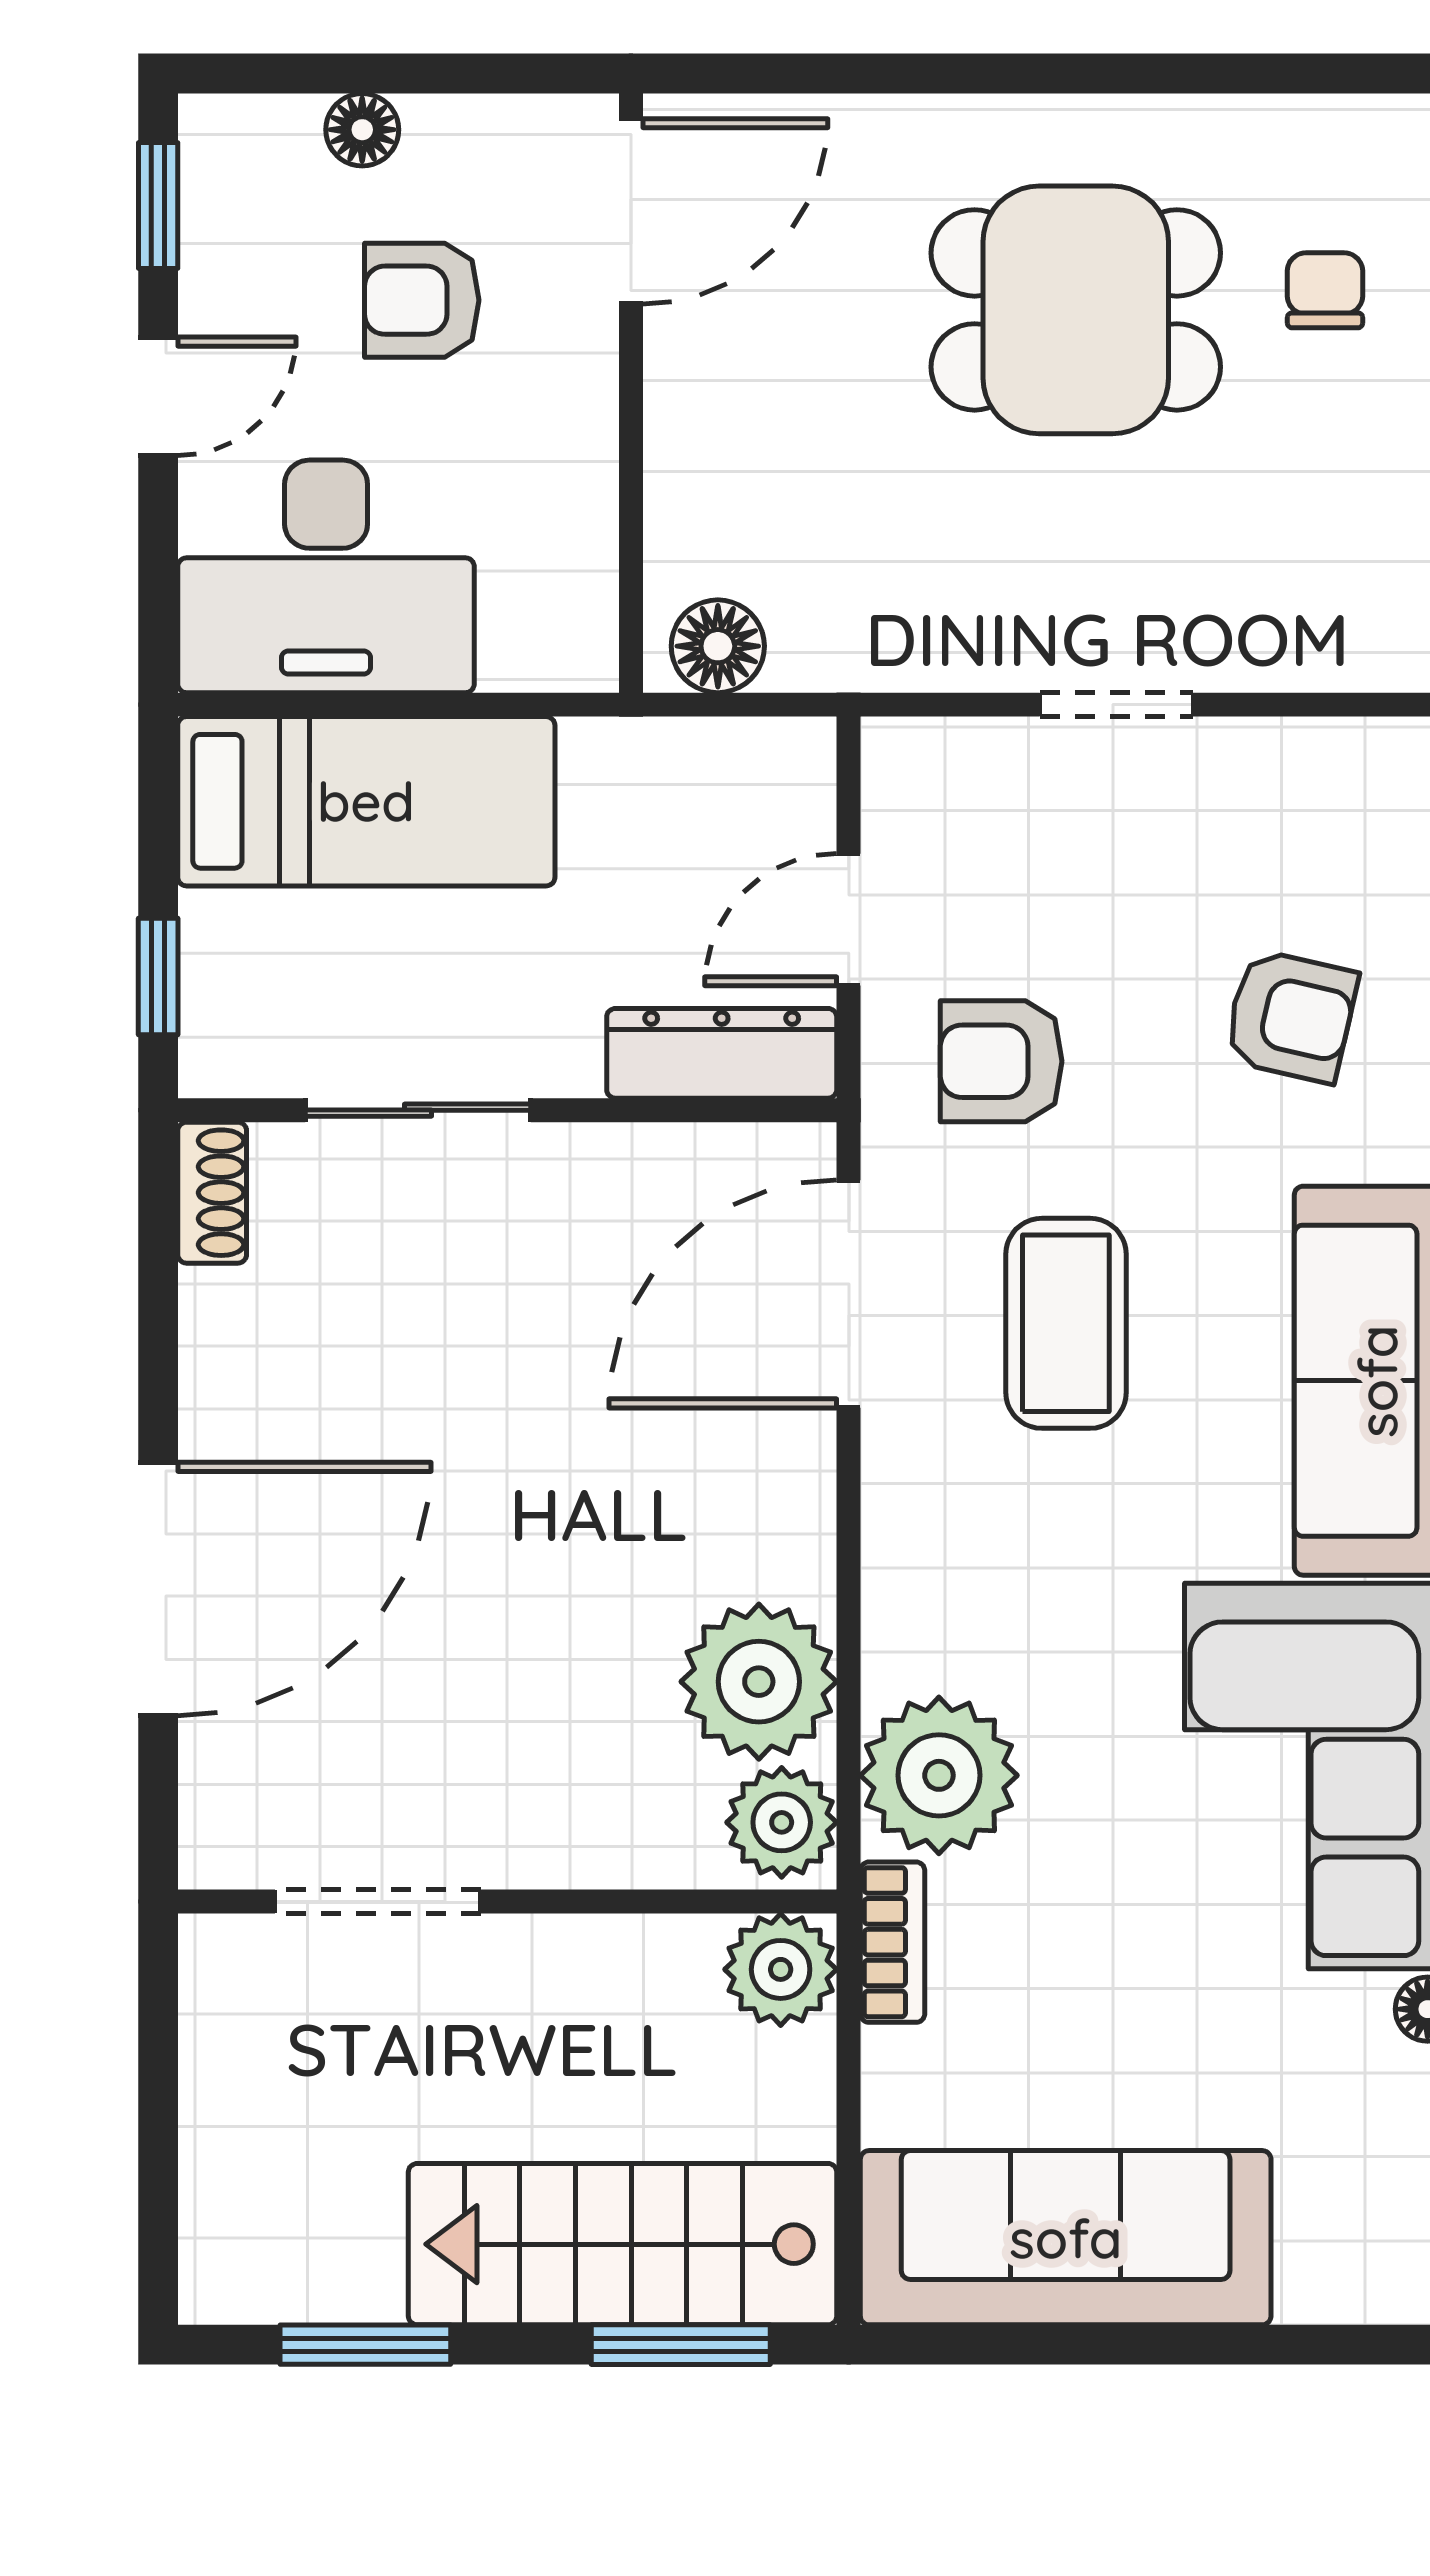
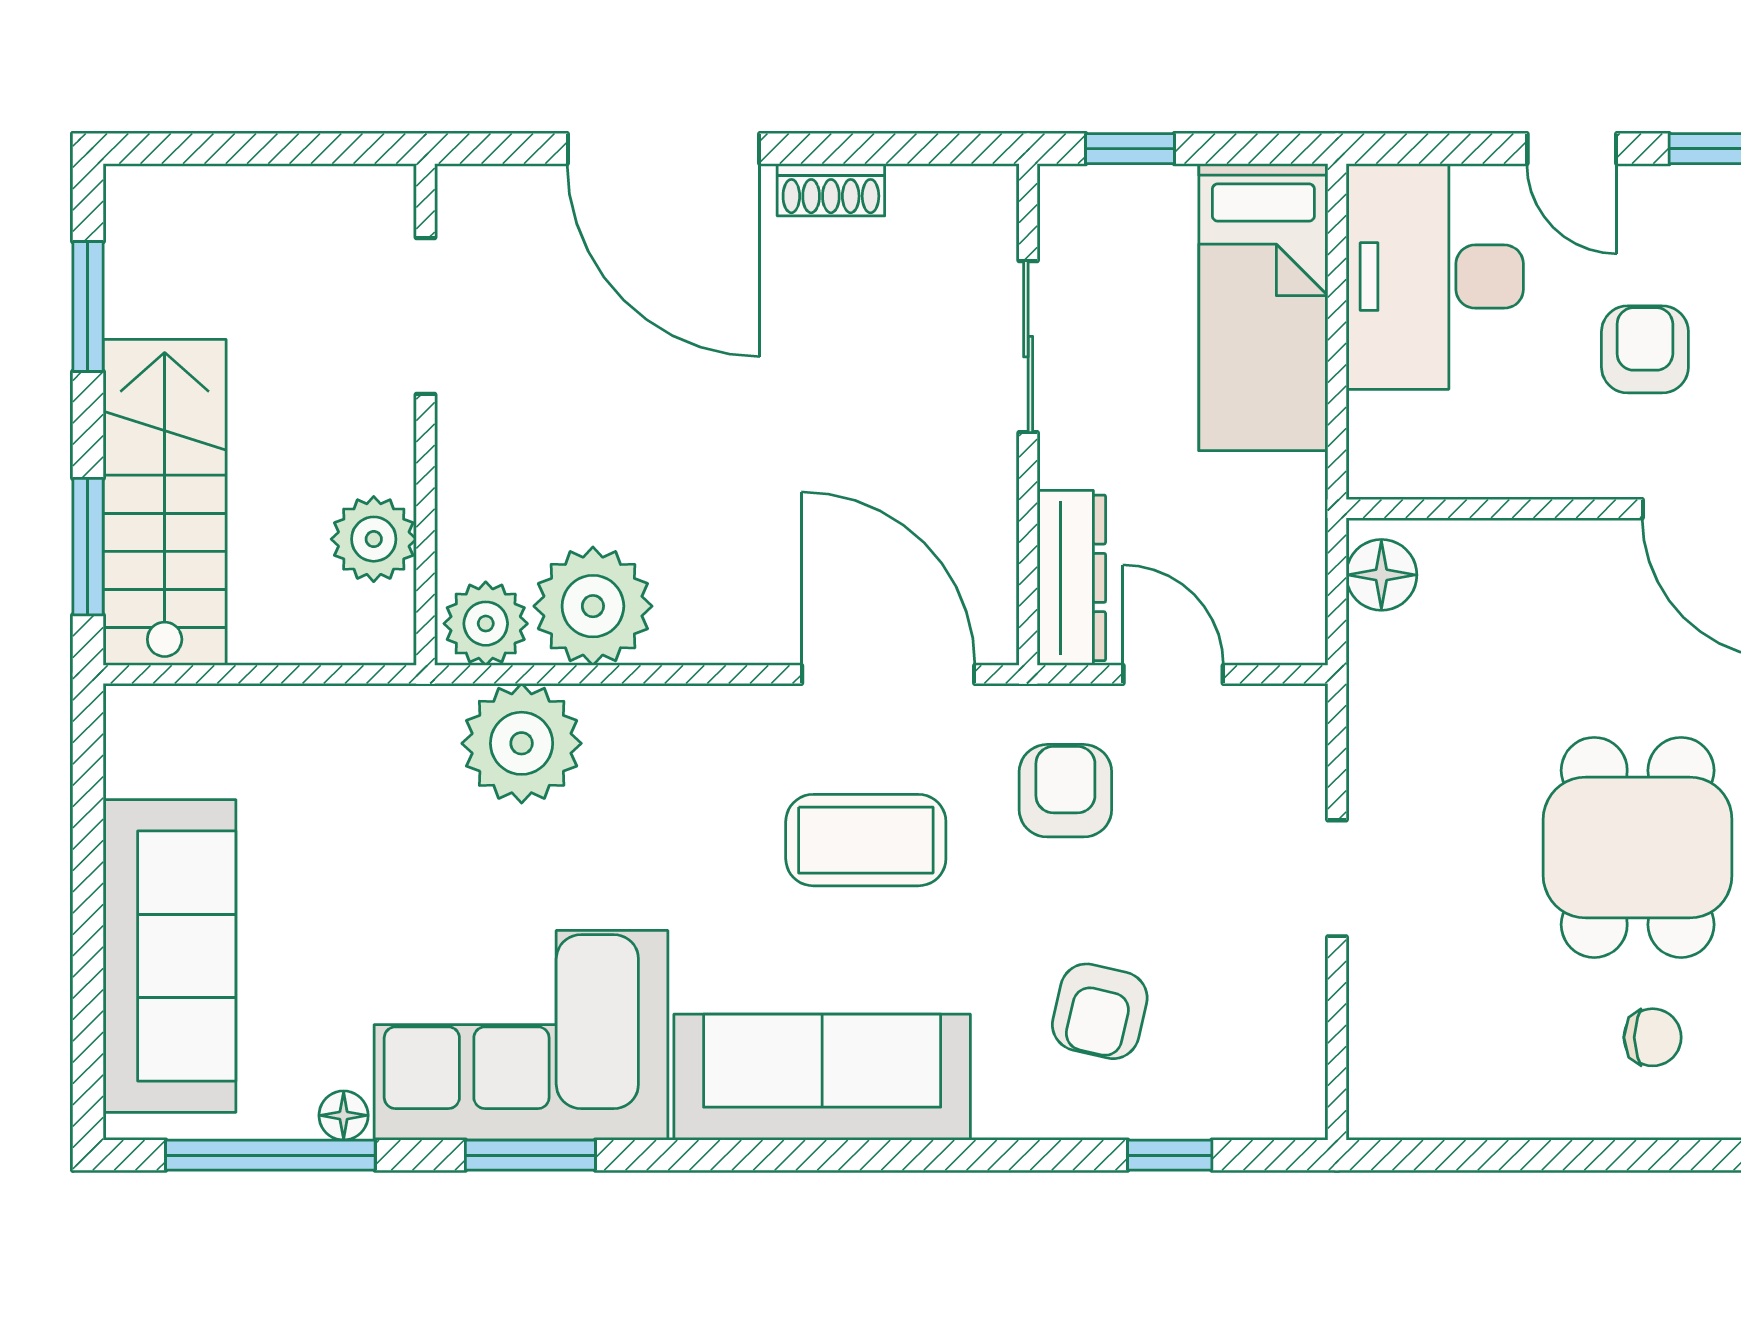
shoe rack: (212, 1193) -> (831, 190), moved
bookcase: (893, 1942) -> (395, 708), removed
plant: (781, 1969) -> (374, 539), moved
sofa: (1066, 2238) -> (169, 956), moved

